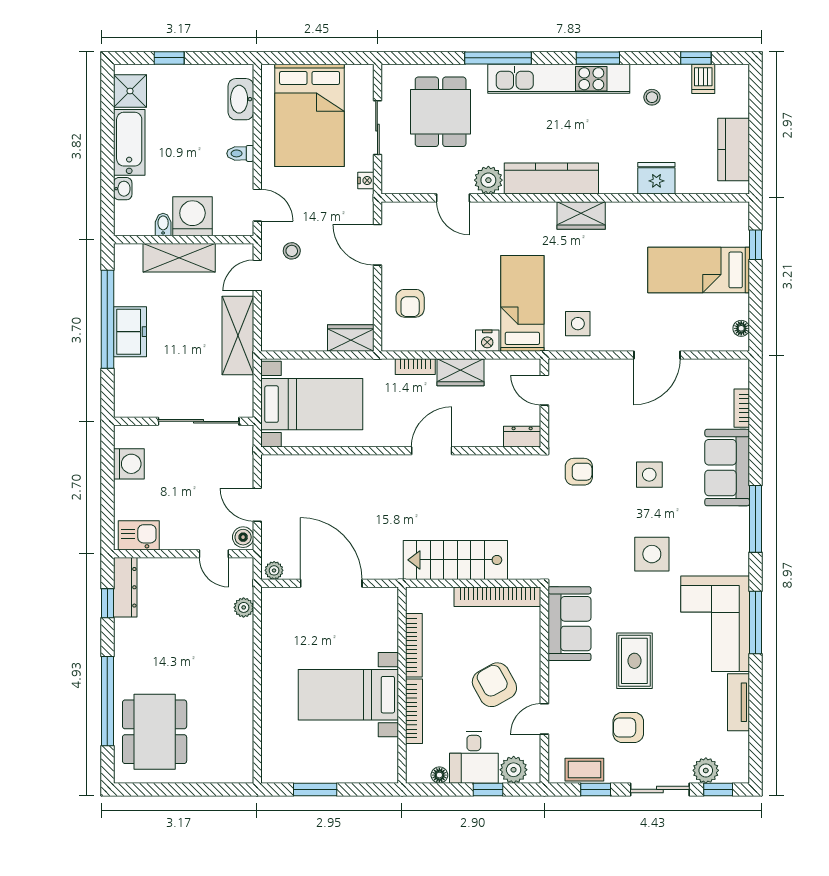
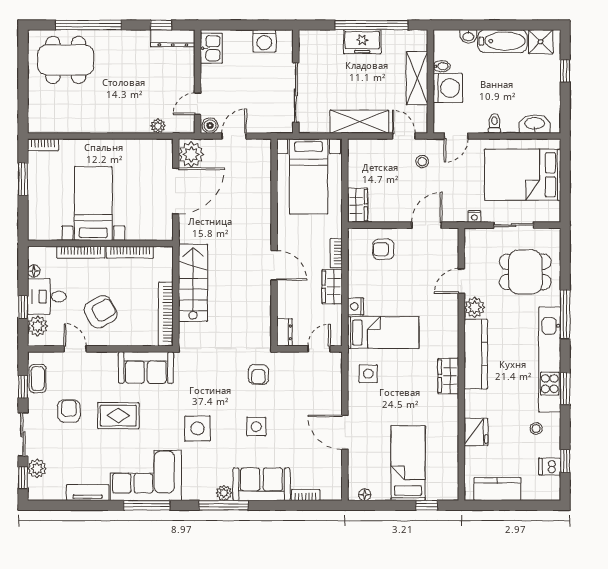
plant: (739, 518) -> (224, 493), added
plant: (274, 570) -> (191, 154), width x1.88, depth x1.88
bookcase: (269, 763) -> (43, 145), added

